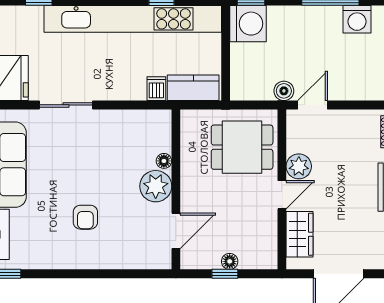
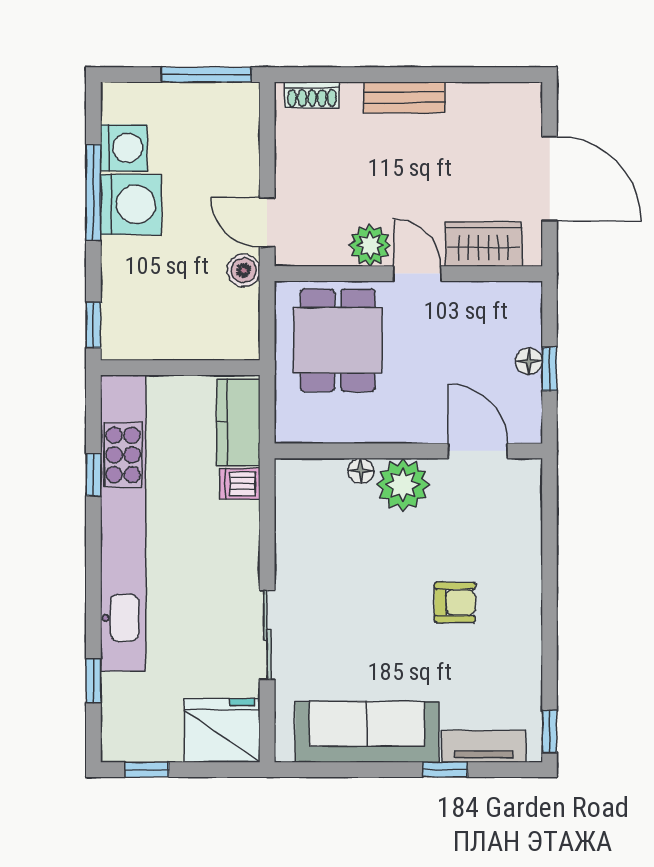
washing machine: (248, 24) -> (131, 204), moved, turned 90

